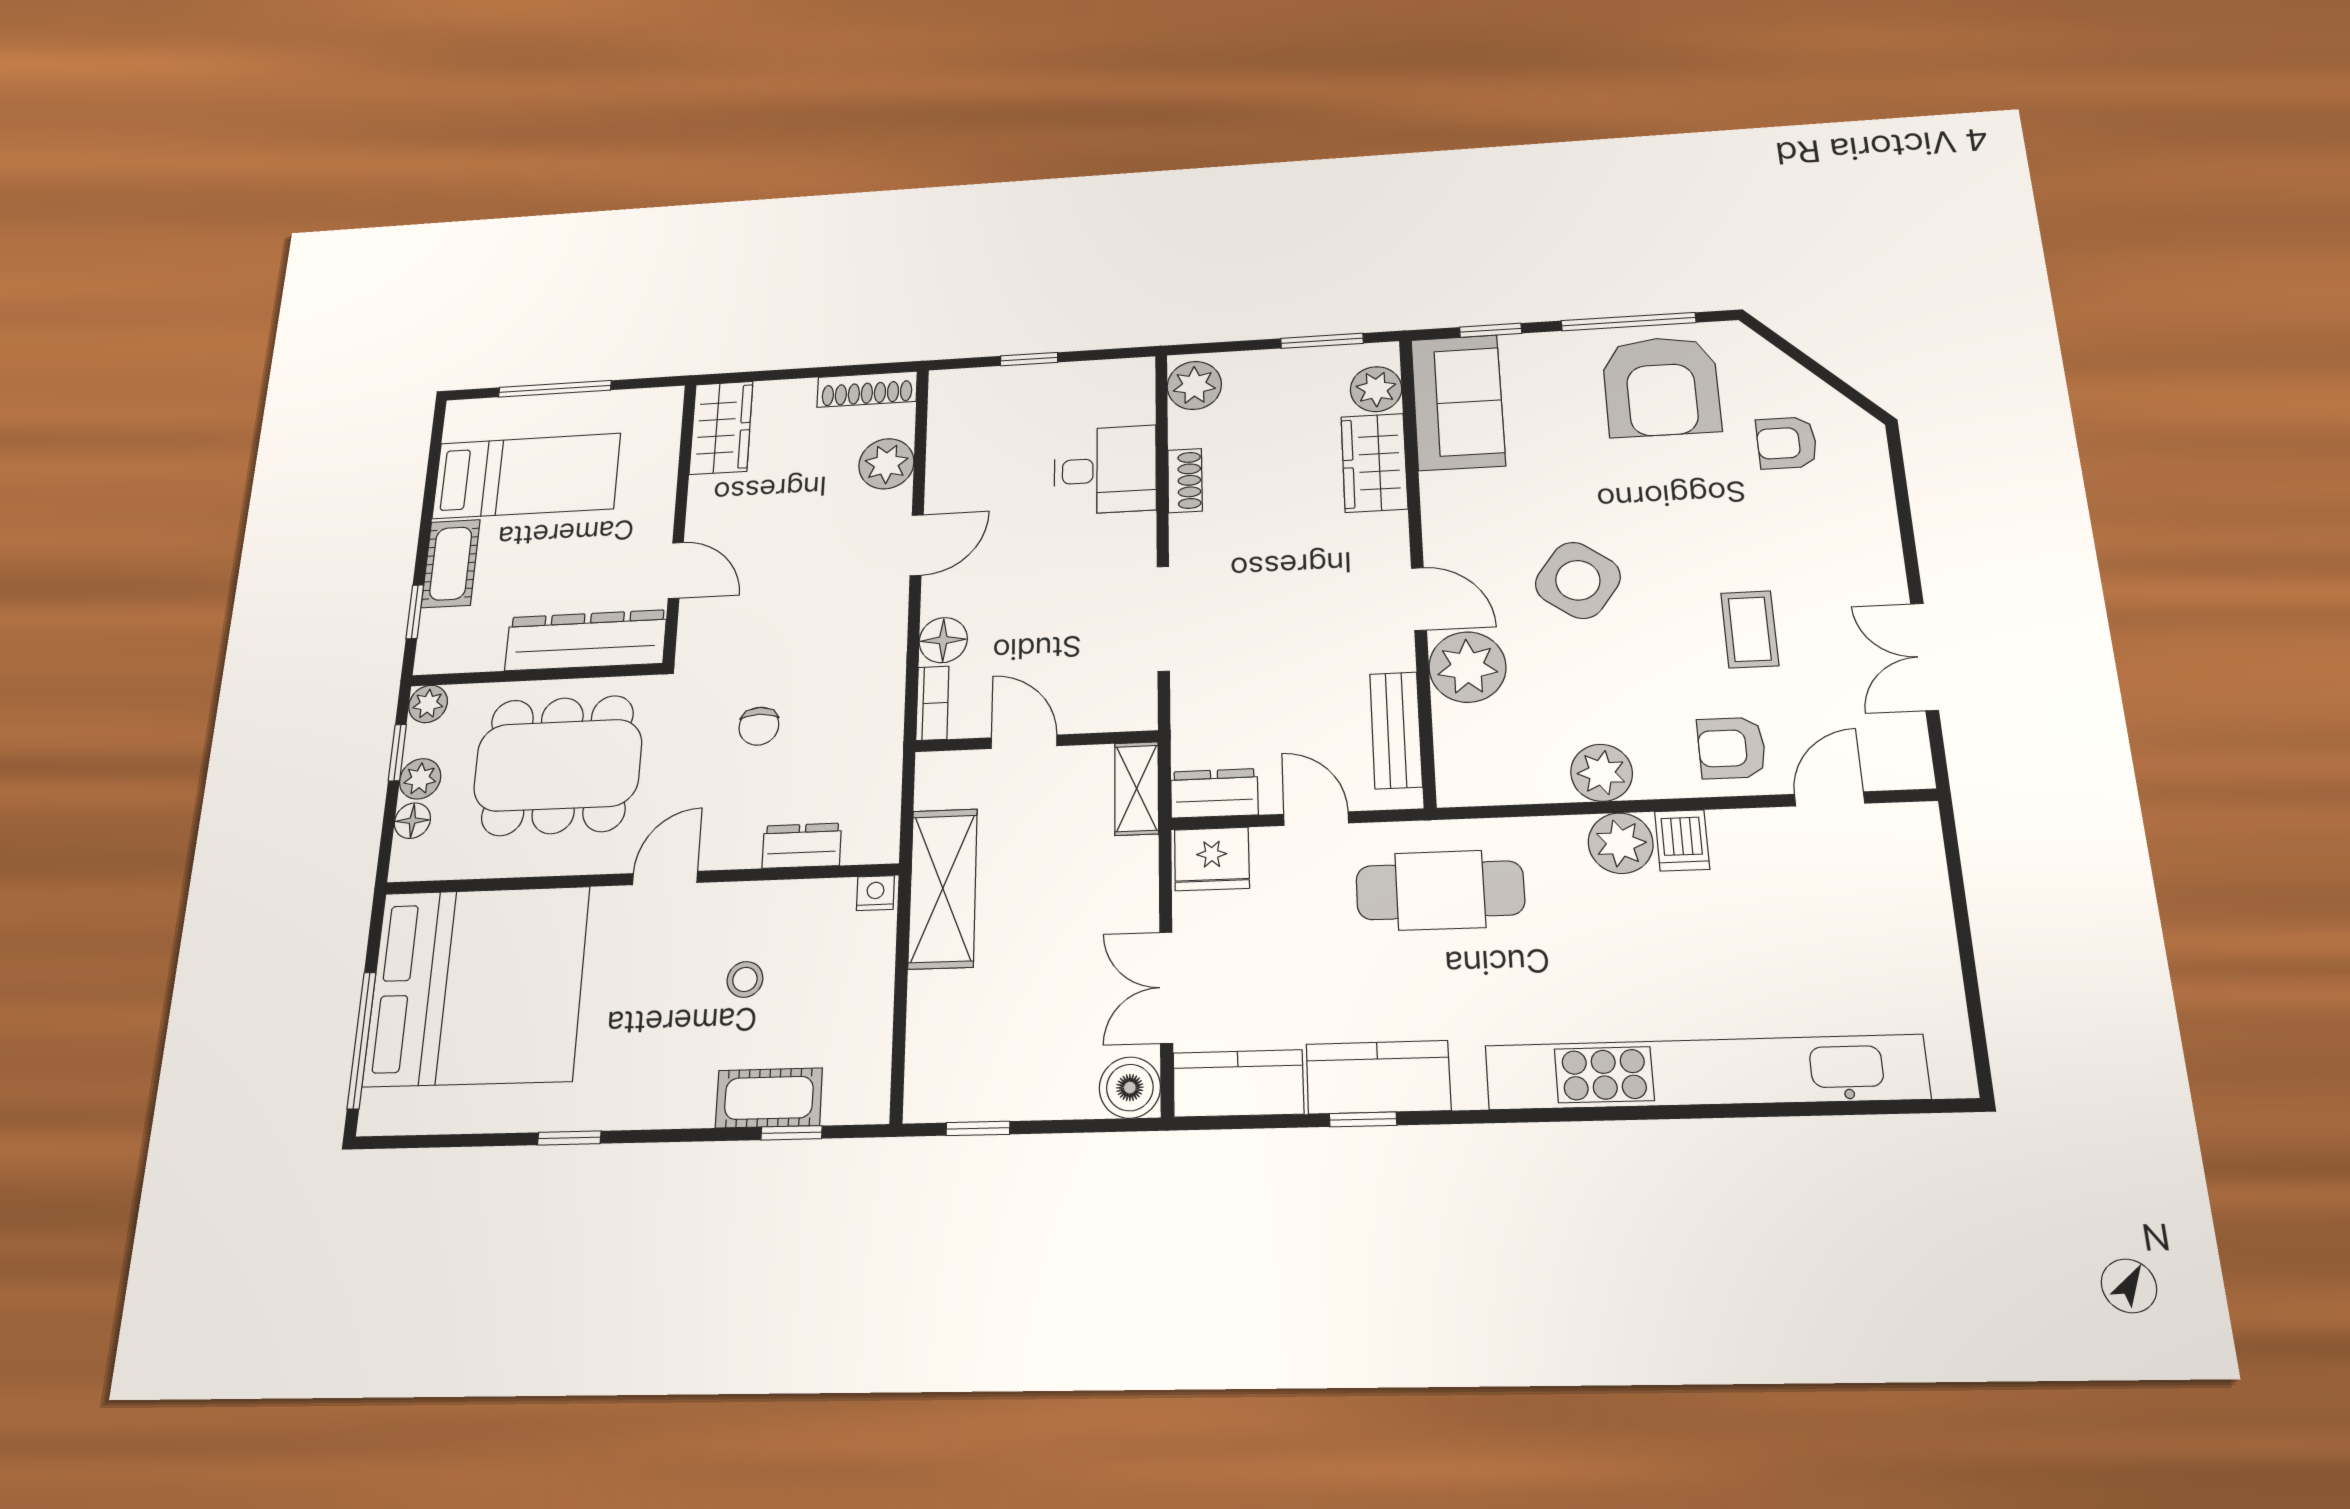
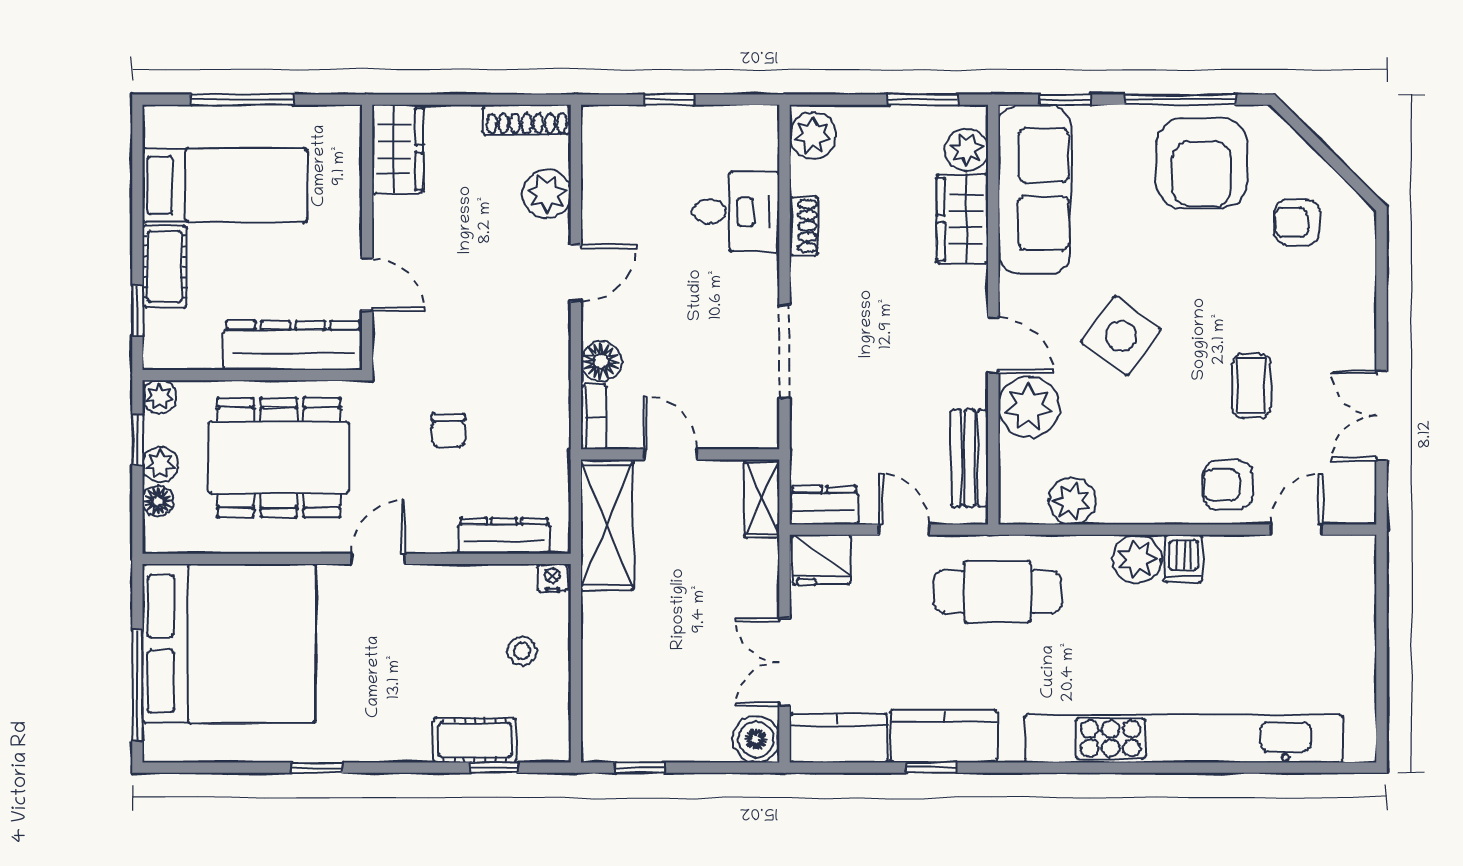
sofa: (1458, 402) -> (1034, 189), width x1.36
plant: (1602, 773) -> (1072, 501), moved
dresser: (802, 846) -> (504, 536), width x1.44
shelving: (943, 888) -> (607, 525), moved
stool: (745, 979) -> (522, 651), moved

